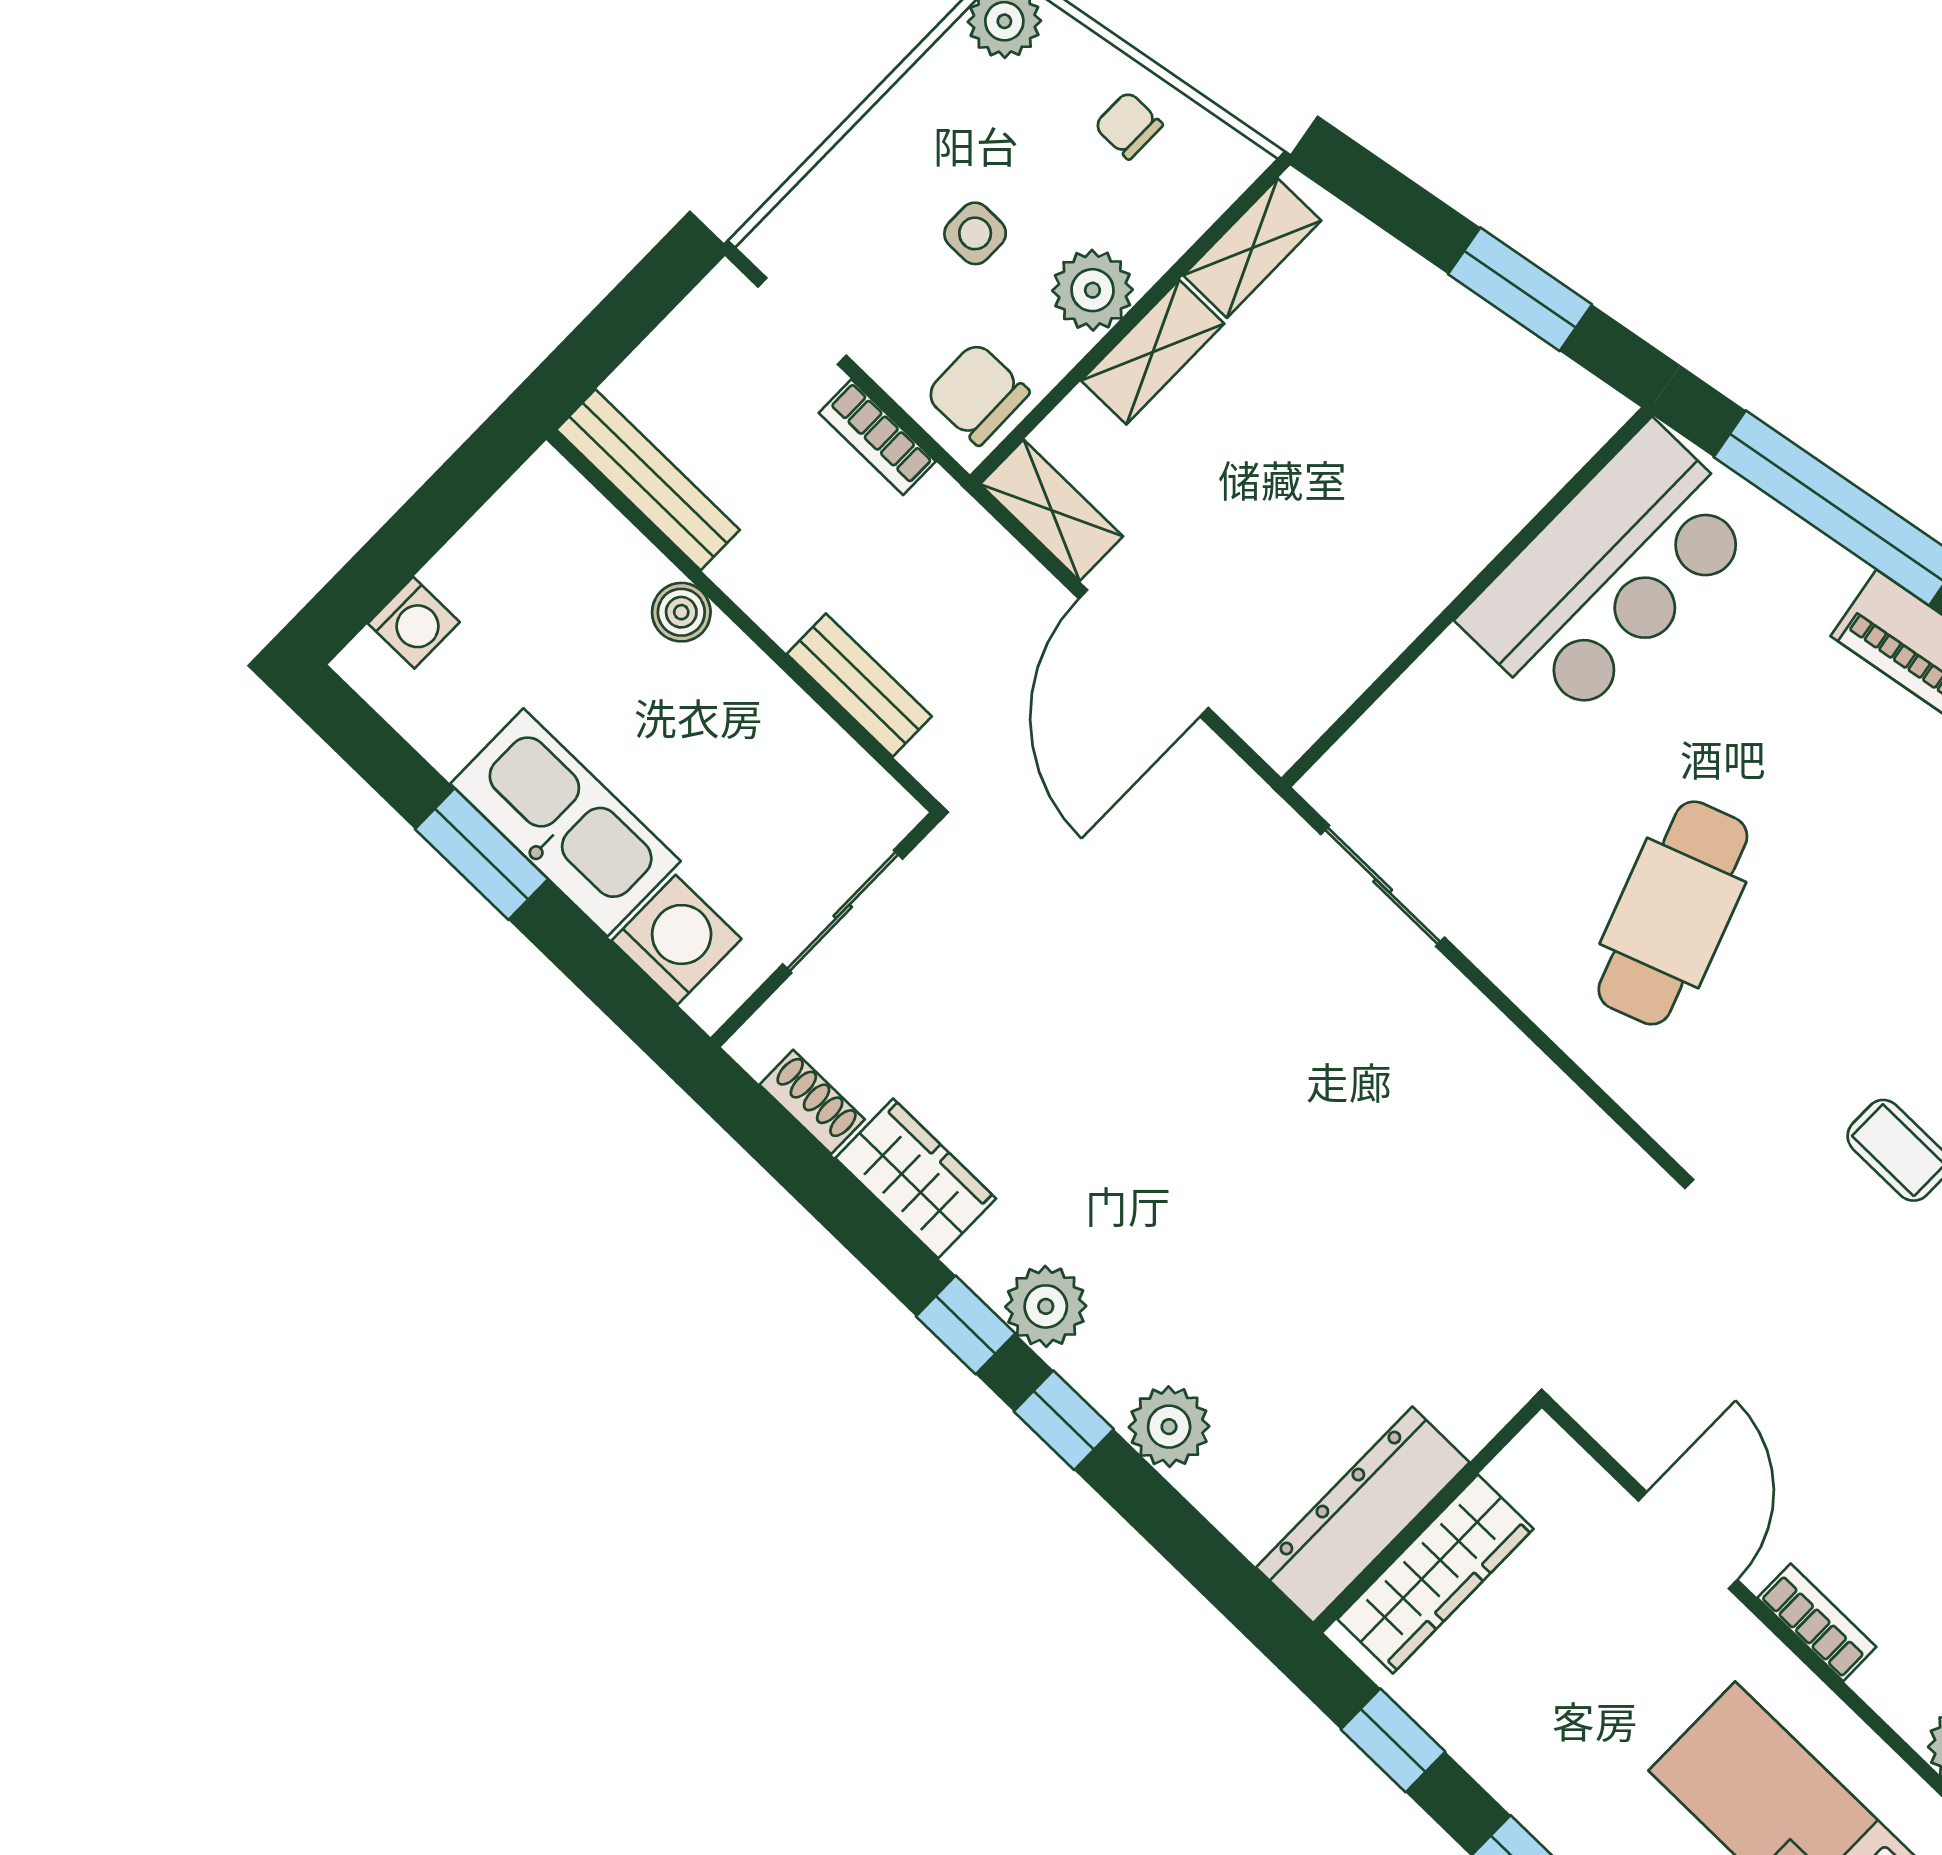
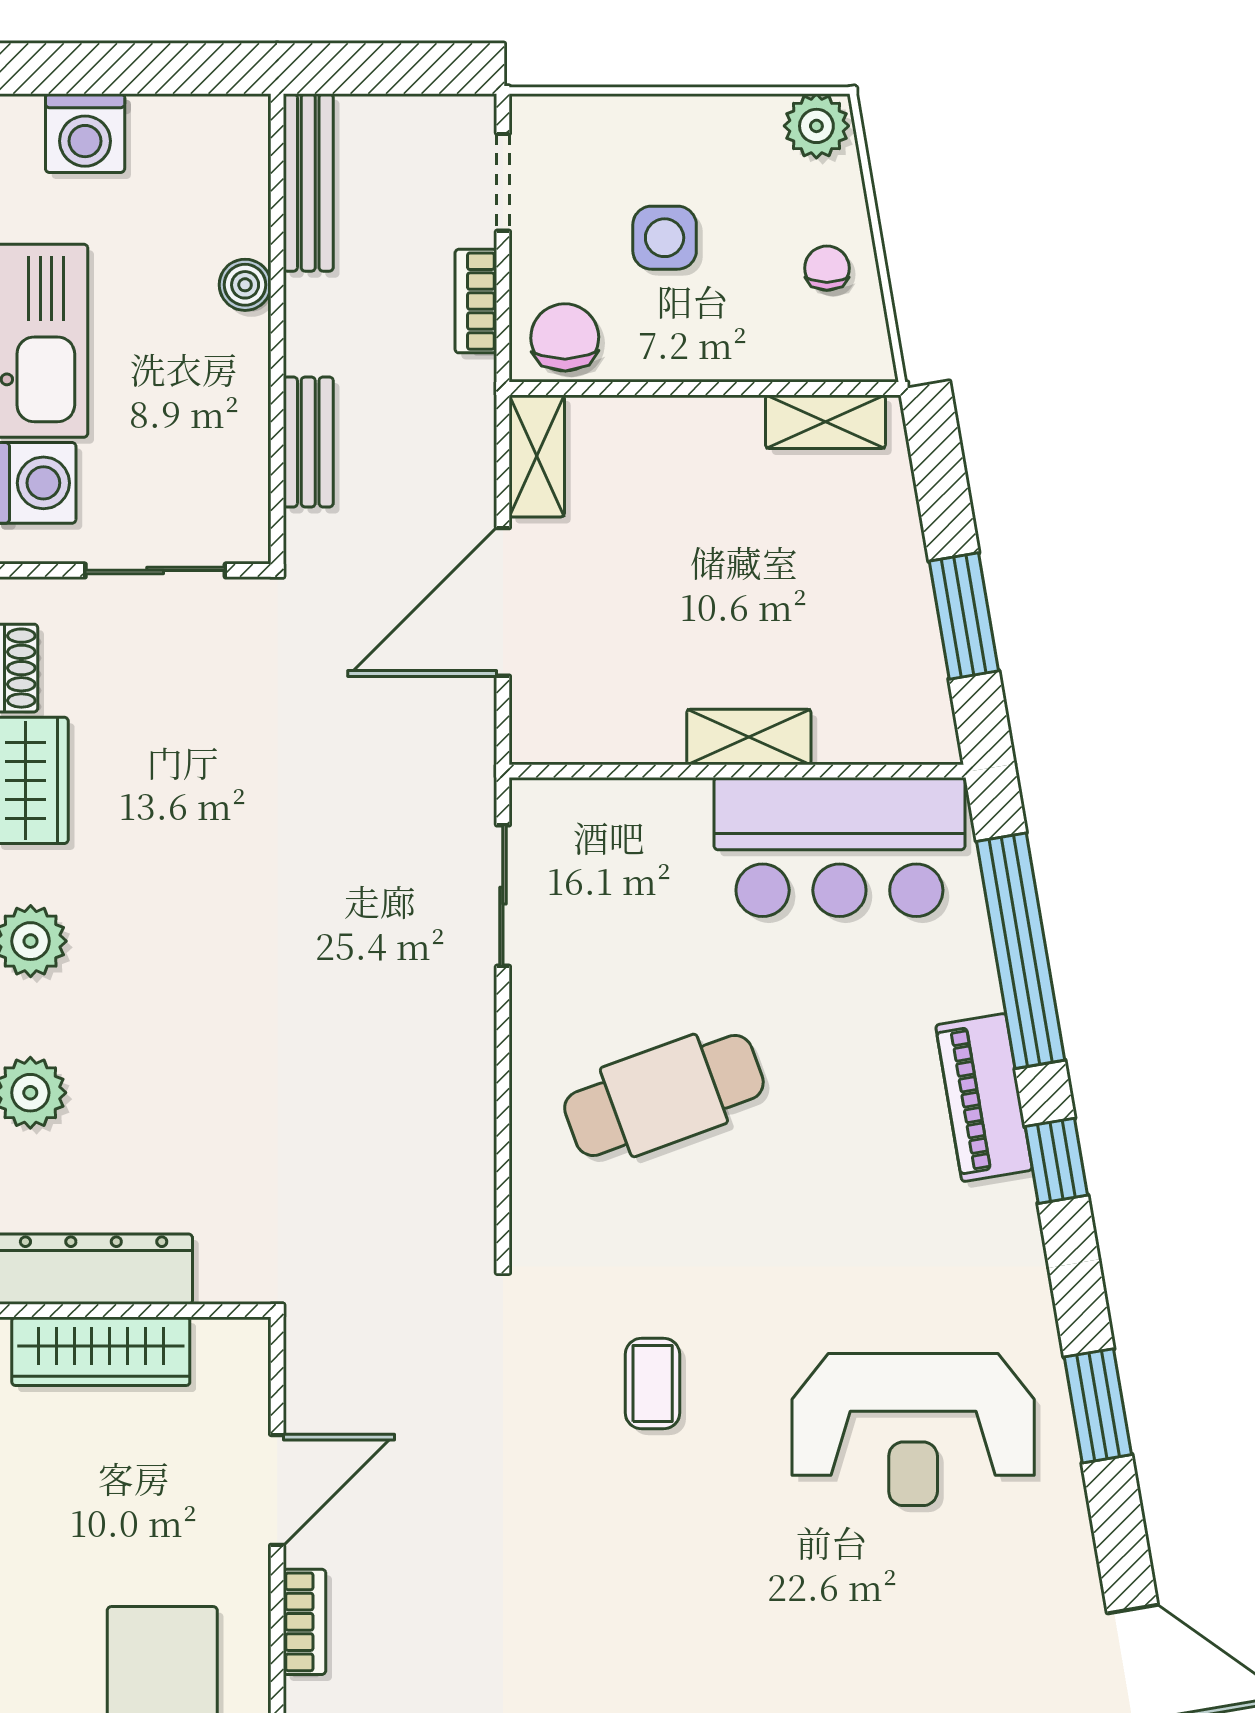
side table: (975, 233) -> (665, 238), width x1.37, depth x1.37
plant: (1092, 290) -> (701, 347), removed
shelving: (1153, 352) -> (749, 737), moved
washing machine: (414, 623) -> (85, 133), width x1.38, depth x1.38

